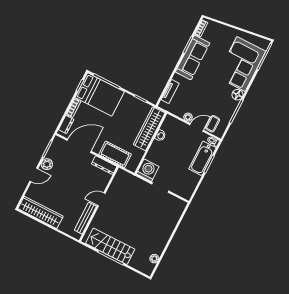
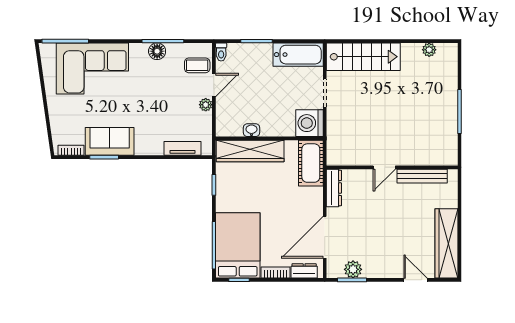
sofa: (193, 58) -> (110, 141), width x0.73
floor lamp: (237, 95) -> (157, 51), moved
door: (197, 127) -> (214, 85), swing flipped
door: (79, 146) -> (325, 237), hinge flipped
cot: (115, 154) -> (311, 163), moved
bathtub: (202, 158) -> (298, 55), moved
plant: (47, 164) -> (353, 269), moved
door: (34, 175) -> (416, 280), moved
door: (101, 199) -> (384, 167), hinge flipped
stairs: (110, 246) -> (363, 57), moved, turned -90

